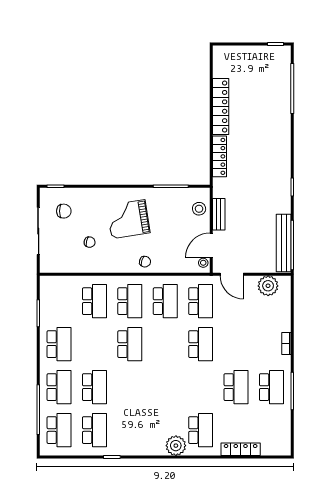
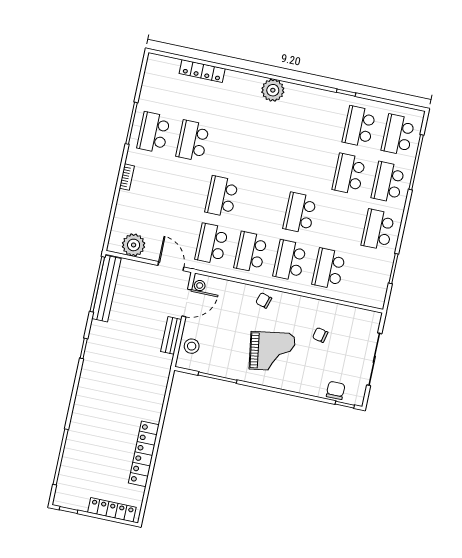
locker: (219, 156) -> (112, 510), moved, turned 90
chair: (64, 211) -> (336, 390), moved, turned 90
school desk: (201, 430) -> (242, 102), removed

